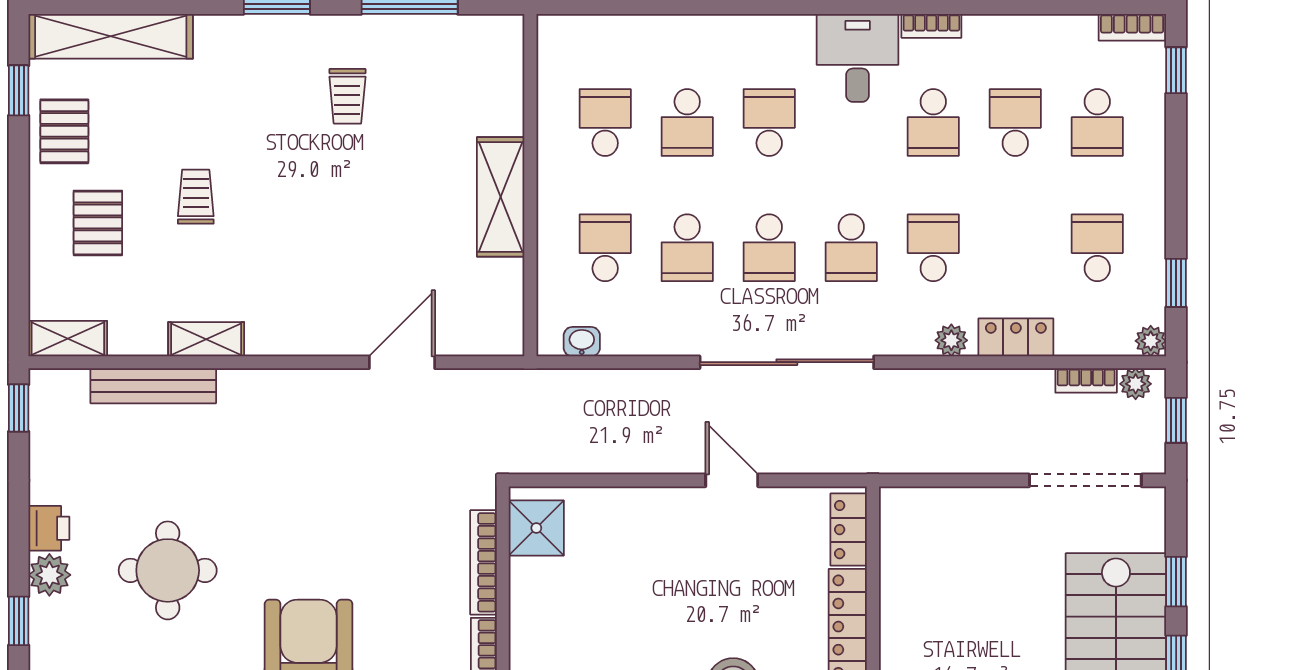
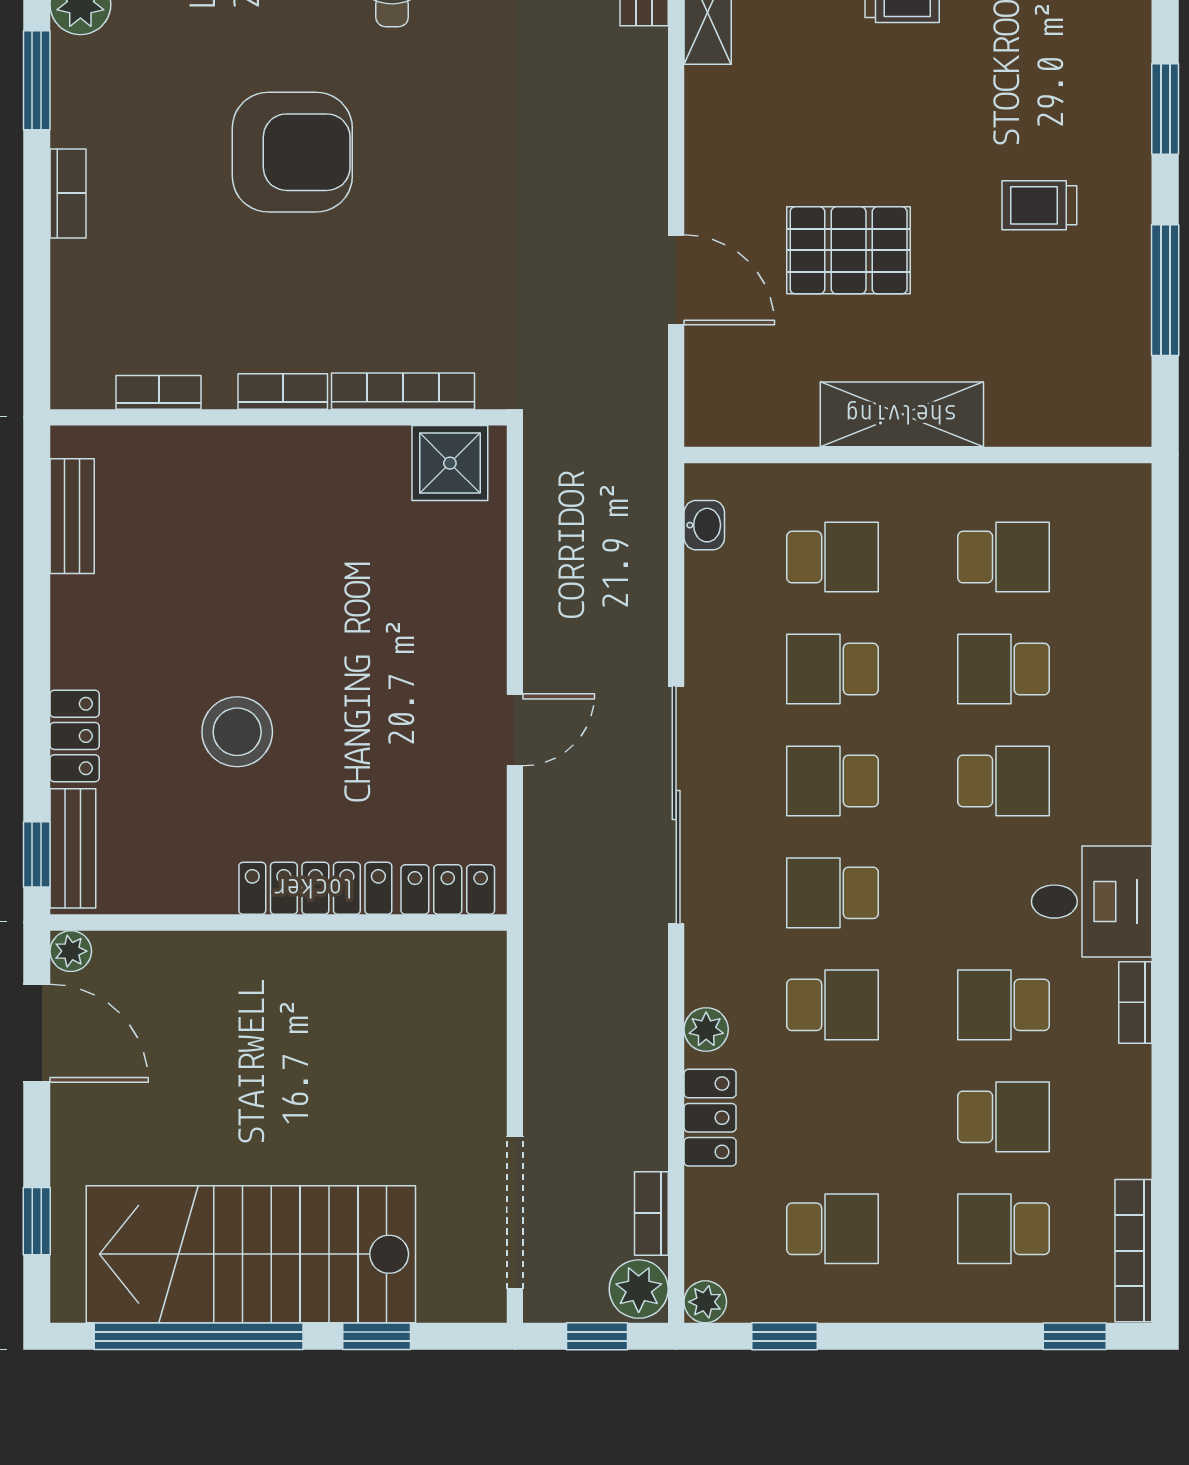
bookcase: (1132, 27) -> (1133, 1251), width x1.56
pallet: (380, 236) -> (849, 250), added
plant: (1136, 384) -> (639, 1289), width x1.38, depth x1.38

